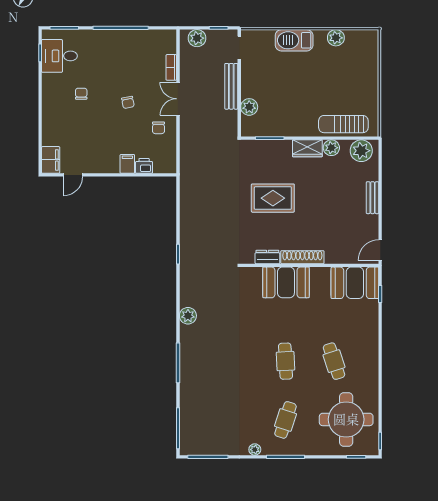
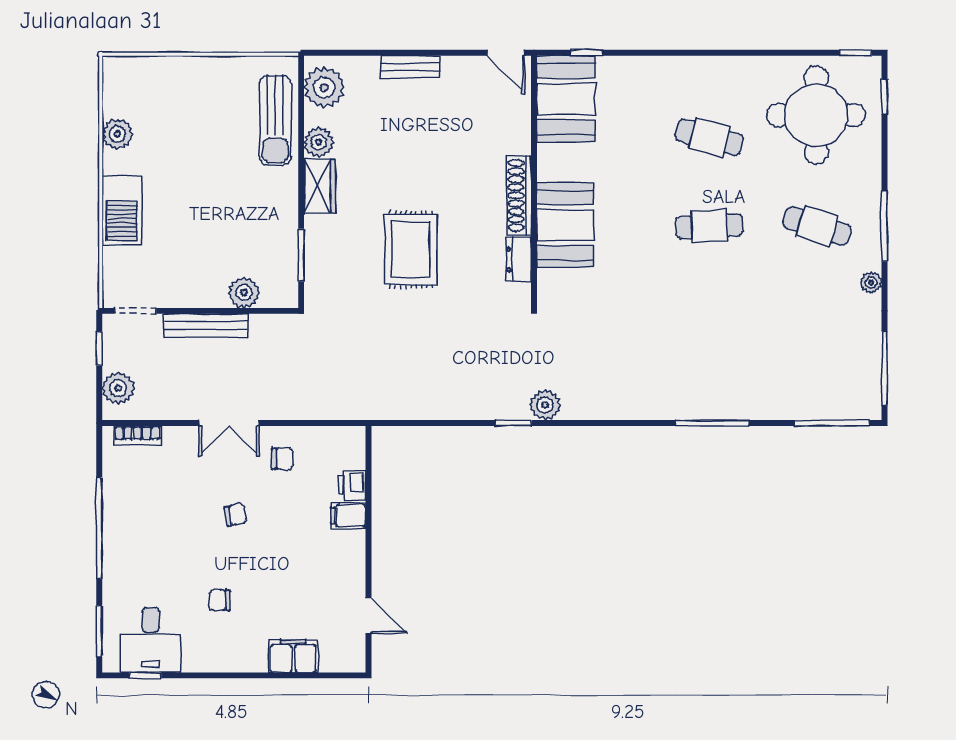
bookcase: (171, 67) -> (137, 435), moved
filing cabinet: (51, 160) -> (293, 656), moved
plant: (188, 316) -> (545, 405), moved
cafe table: (334, 361) -> (709, 137), turned 33

